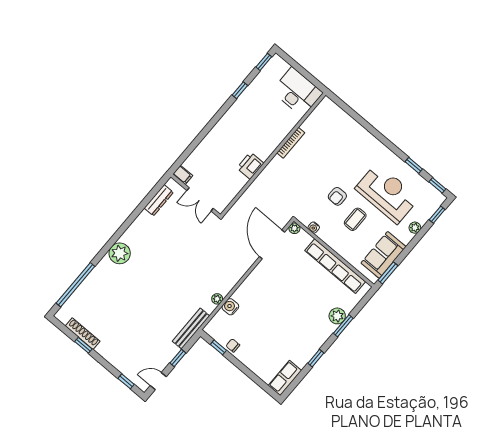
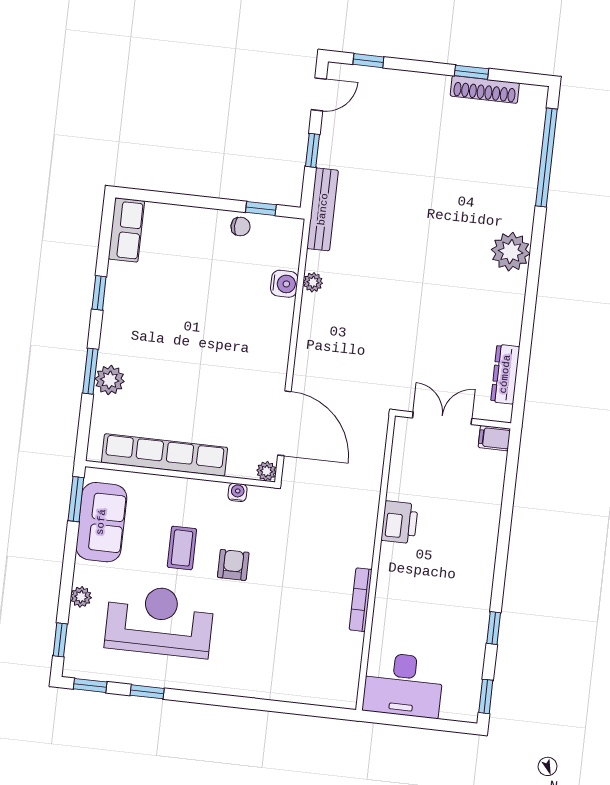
reception desk: (387, 193) -> (159, 621), turned 180

